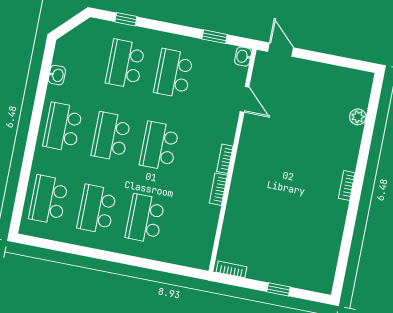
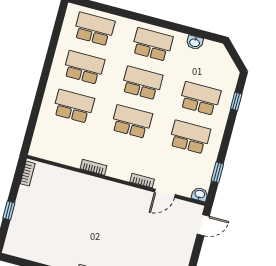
bookcase: (225, 159) -> (142, 181), moved

